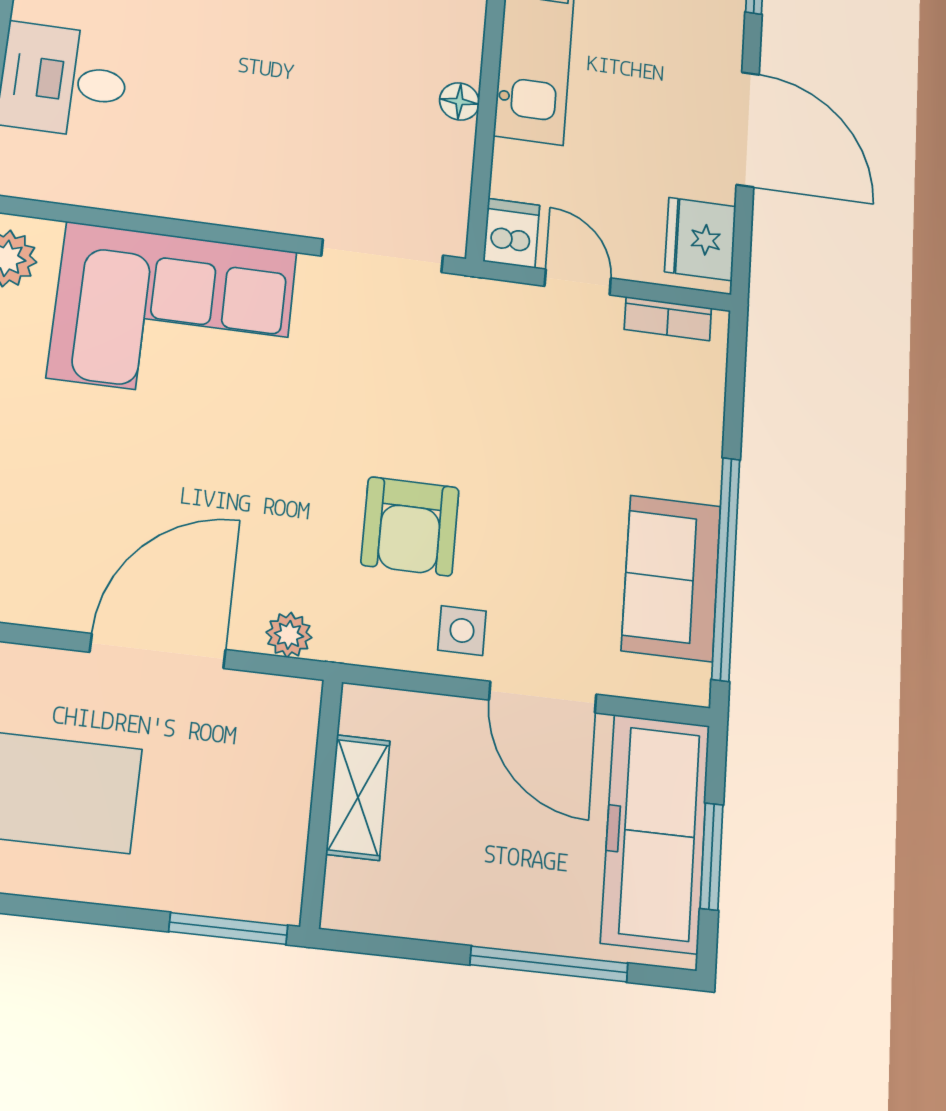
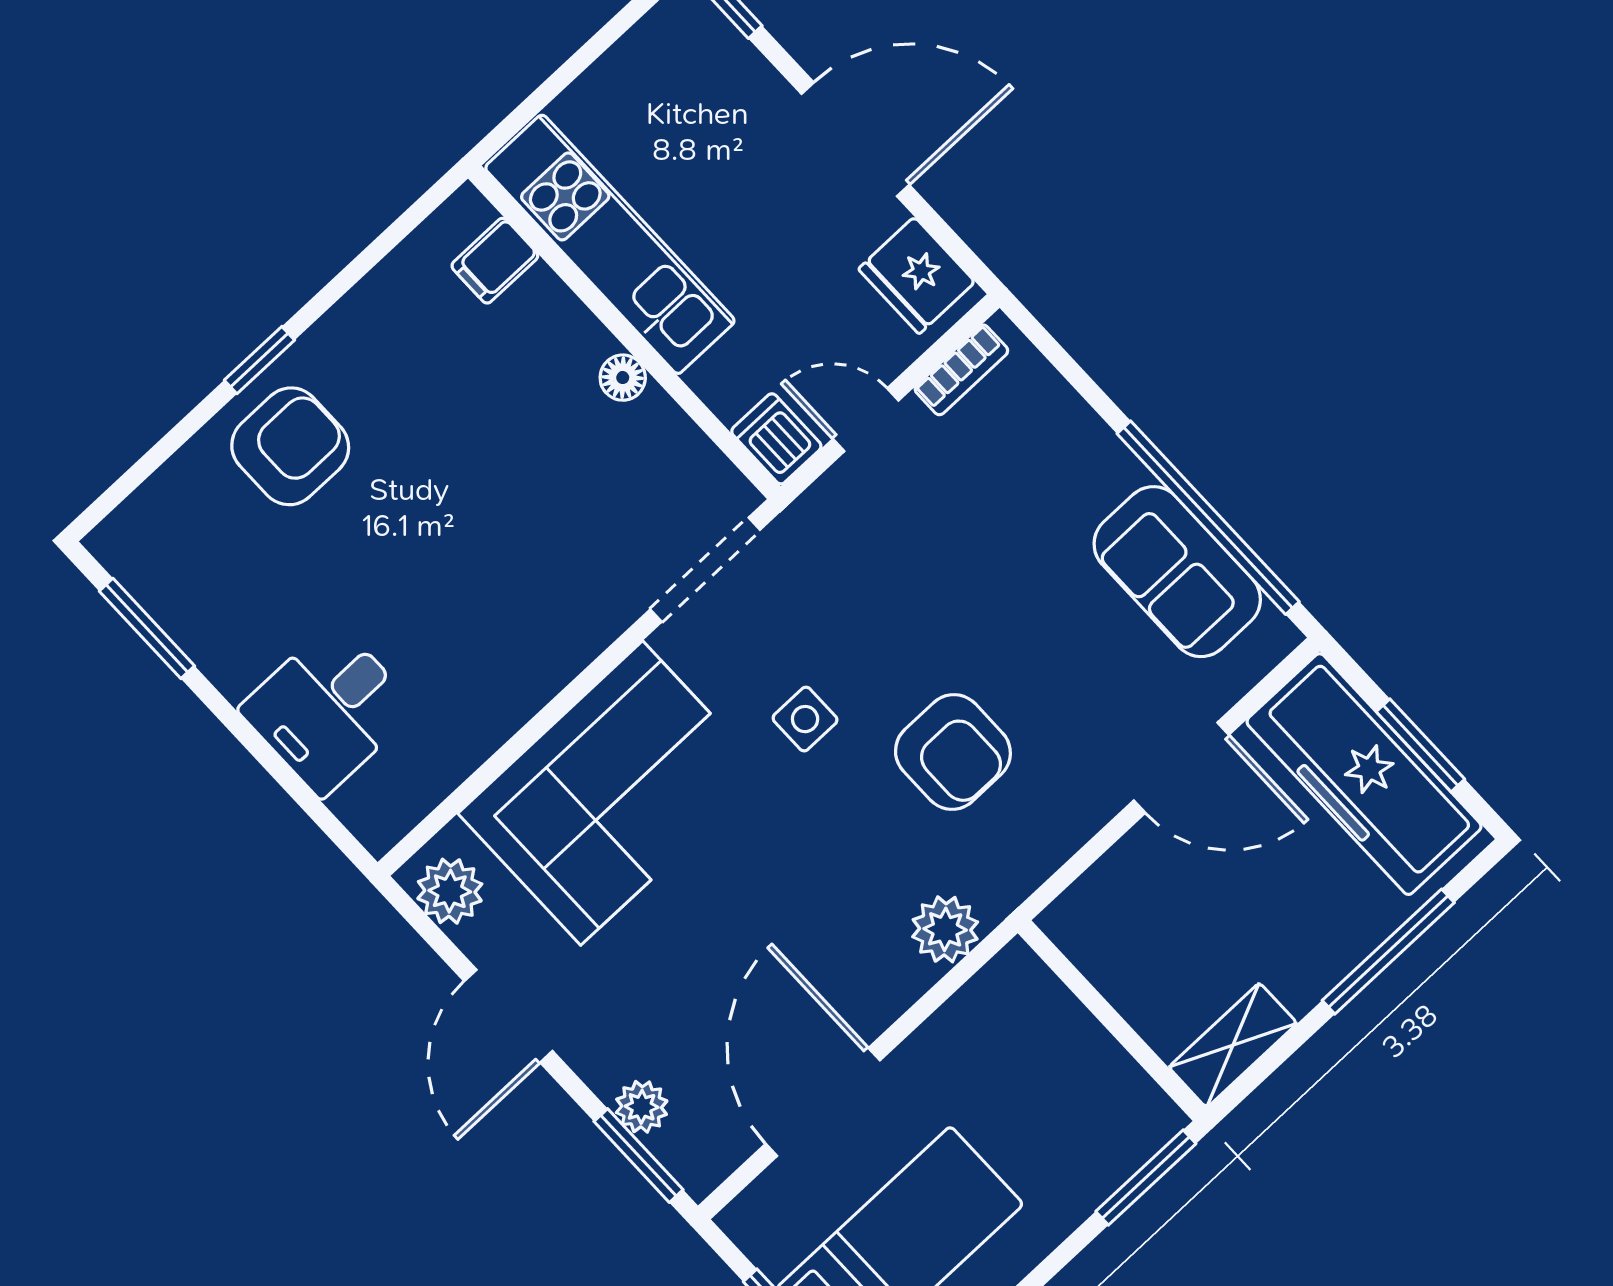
side table: (462, 630) -> (805, 719), moved
plant: (289, 635) -> (945, 929), width x1.38, depth x1.38
door: (158, 651) -> (823, 1102), moved
shelving: (358, 797) -> (1233, 1045), moved, turned 90

